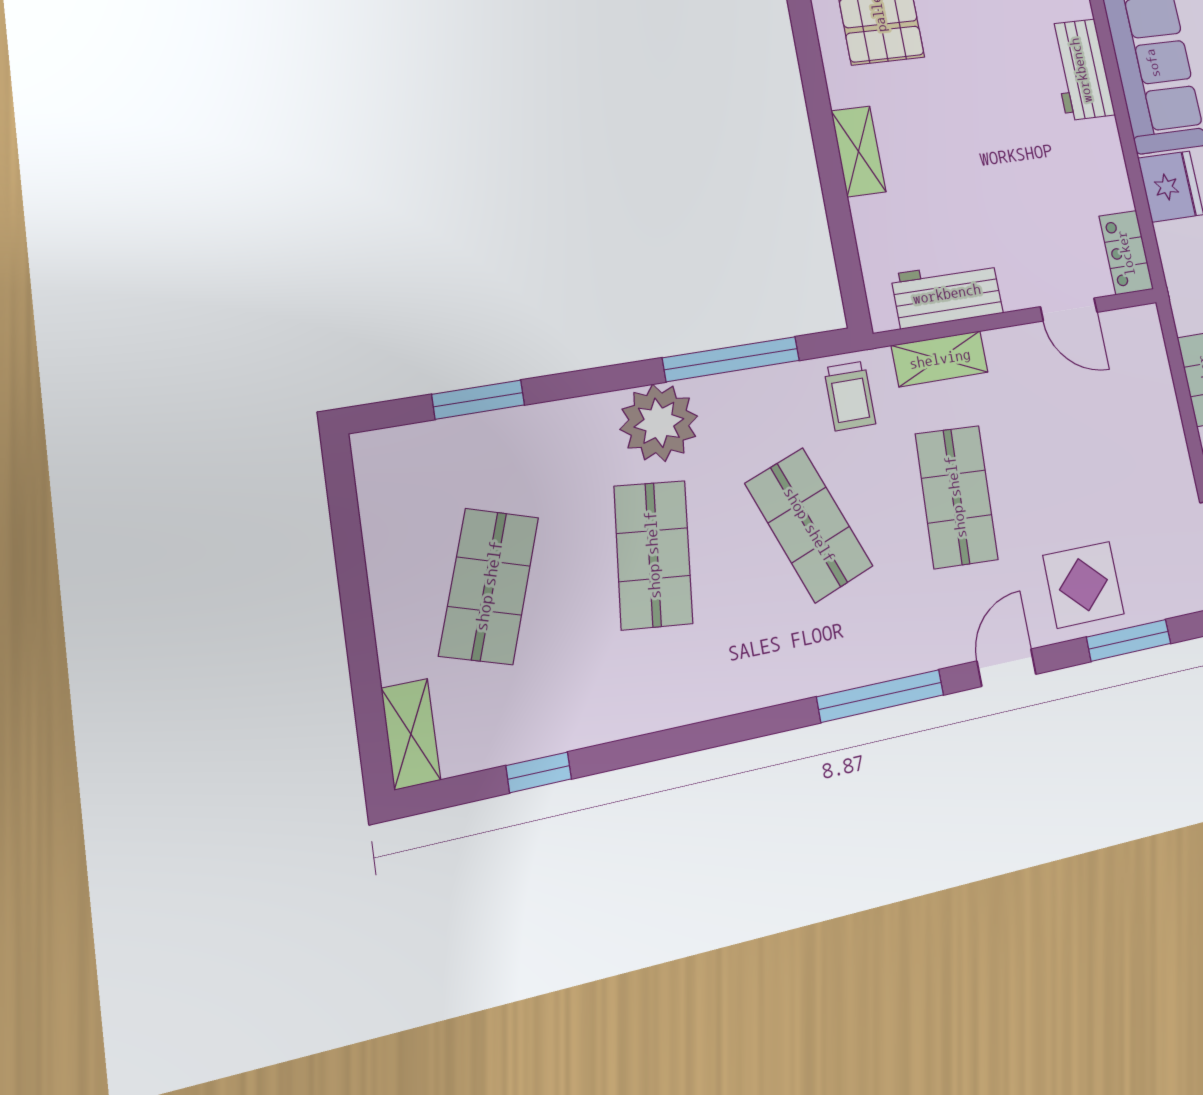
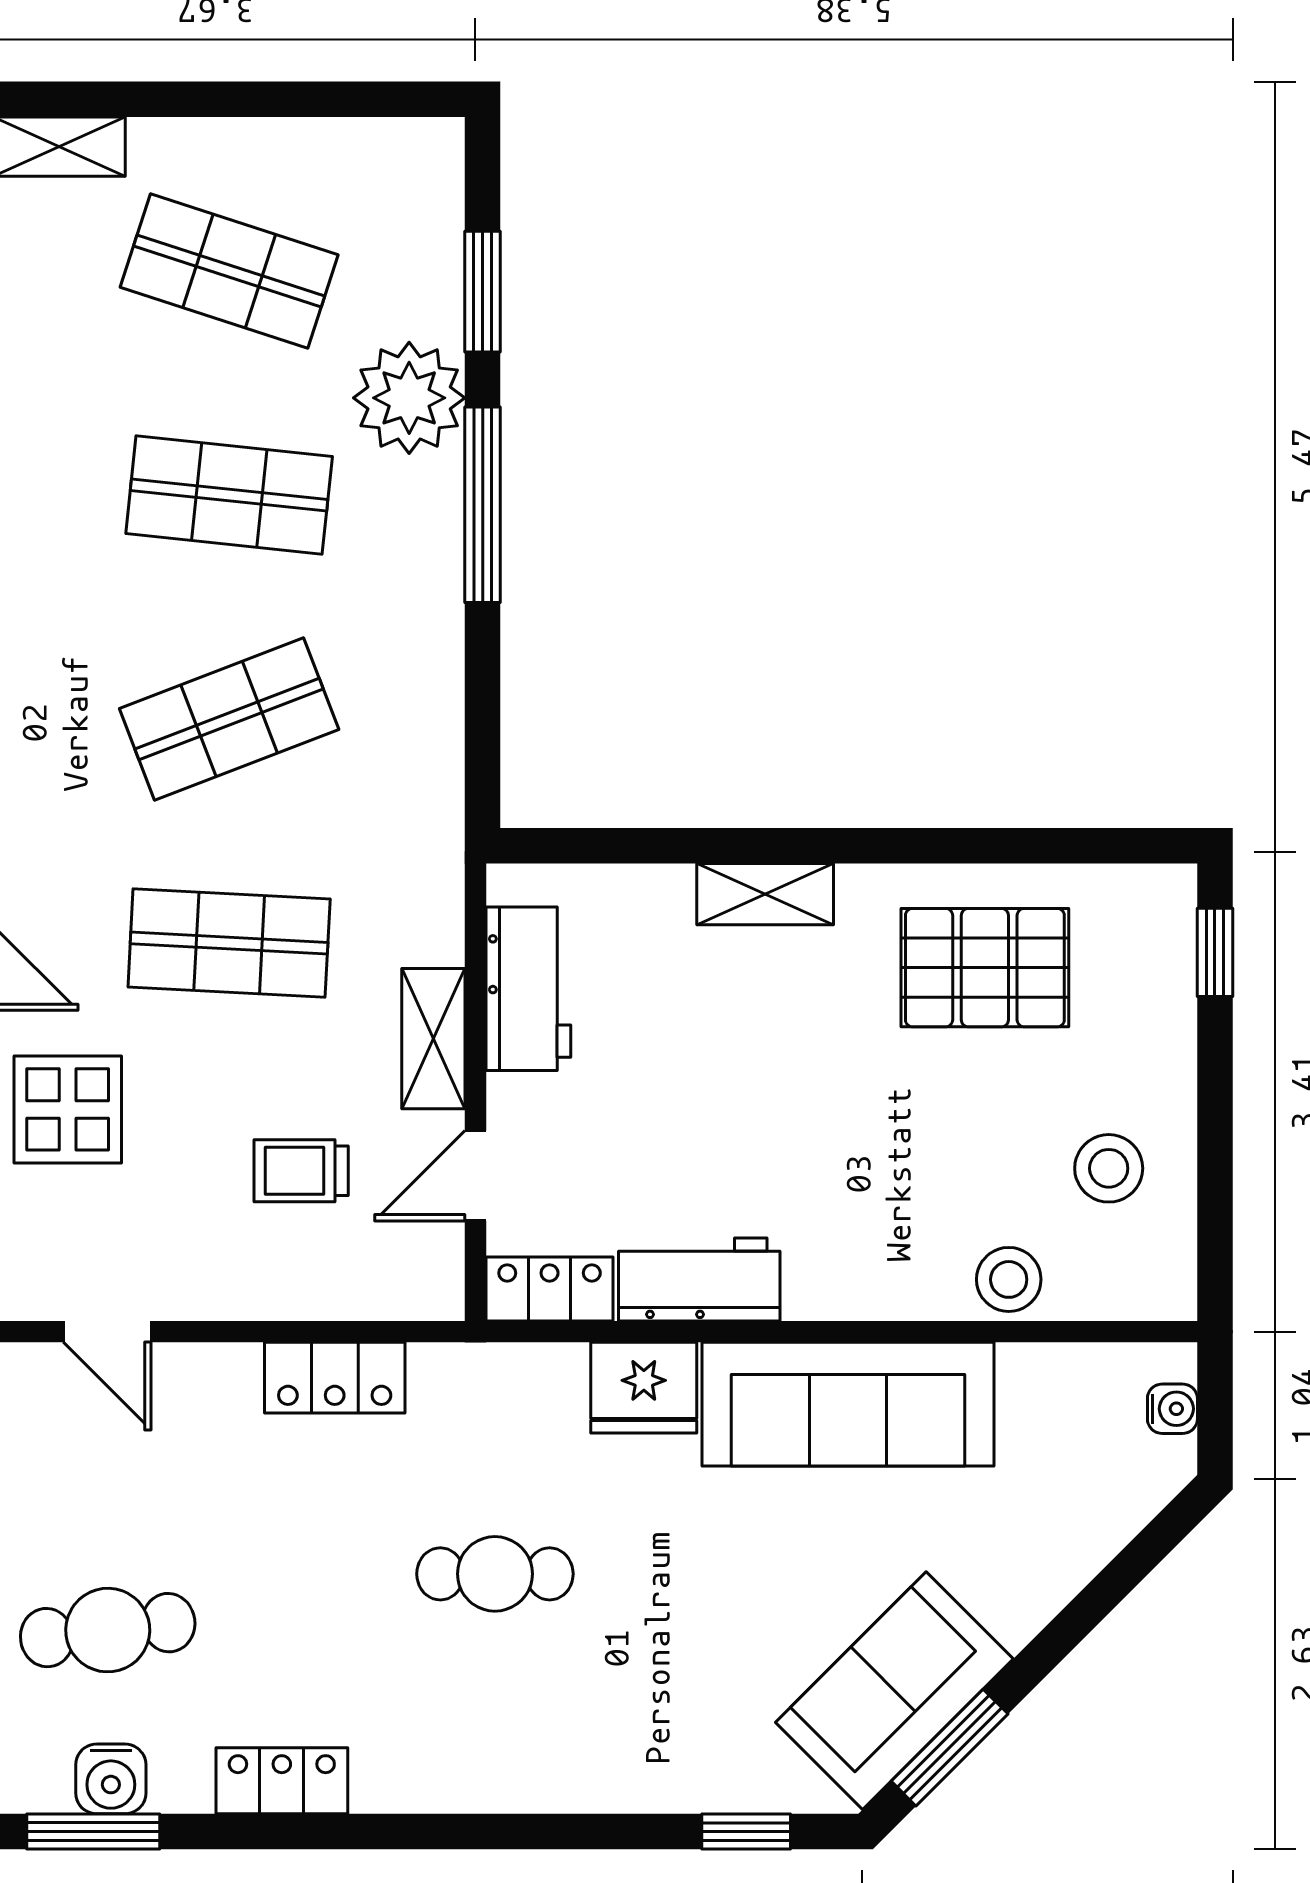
workbench: (1081, 70) -> (699, 1279), moved
window: (731, 359) -> (483, 505), moved
shelving: (940, 359) -> (433, 1039), moved
trolley: (850, 396) -> (301, 1171), moved
plant: (659, 423) -> (409, 398), moved

